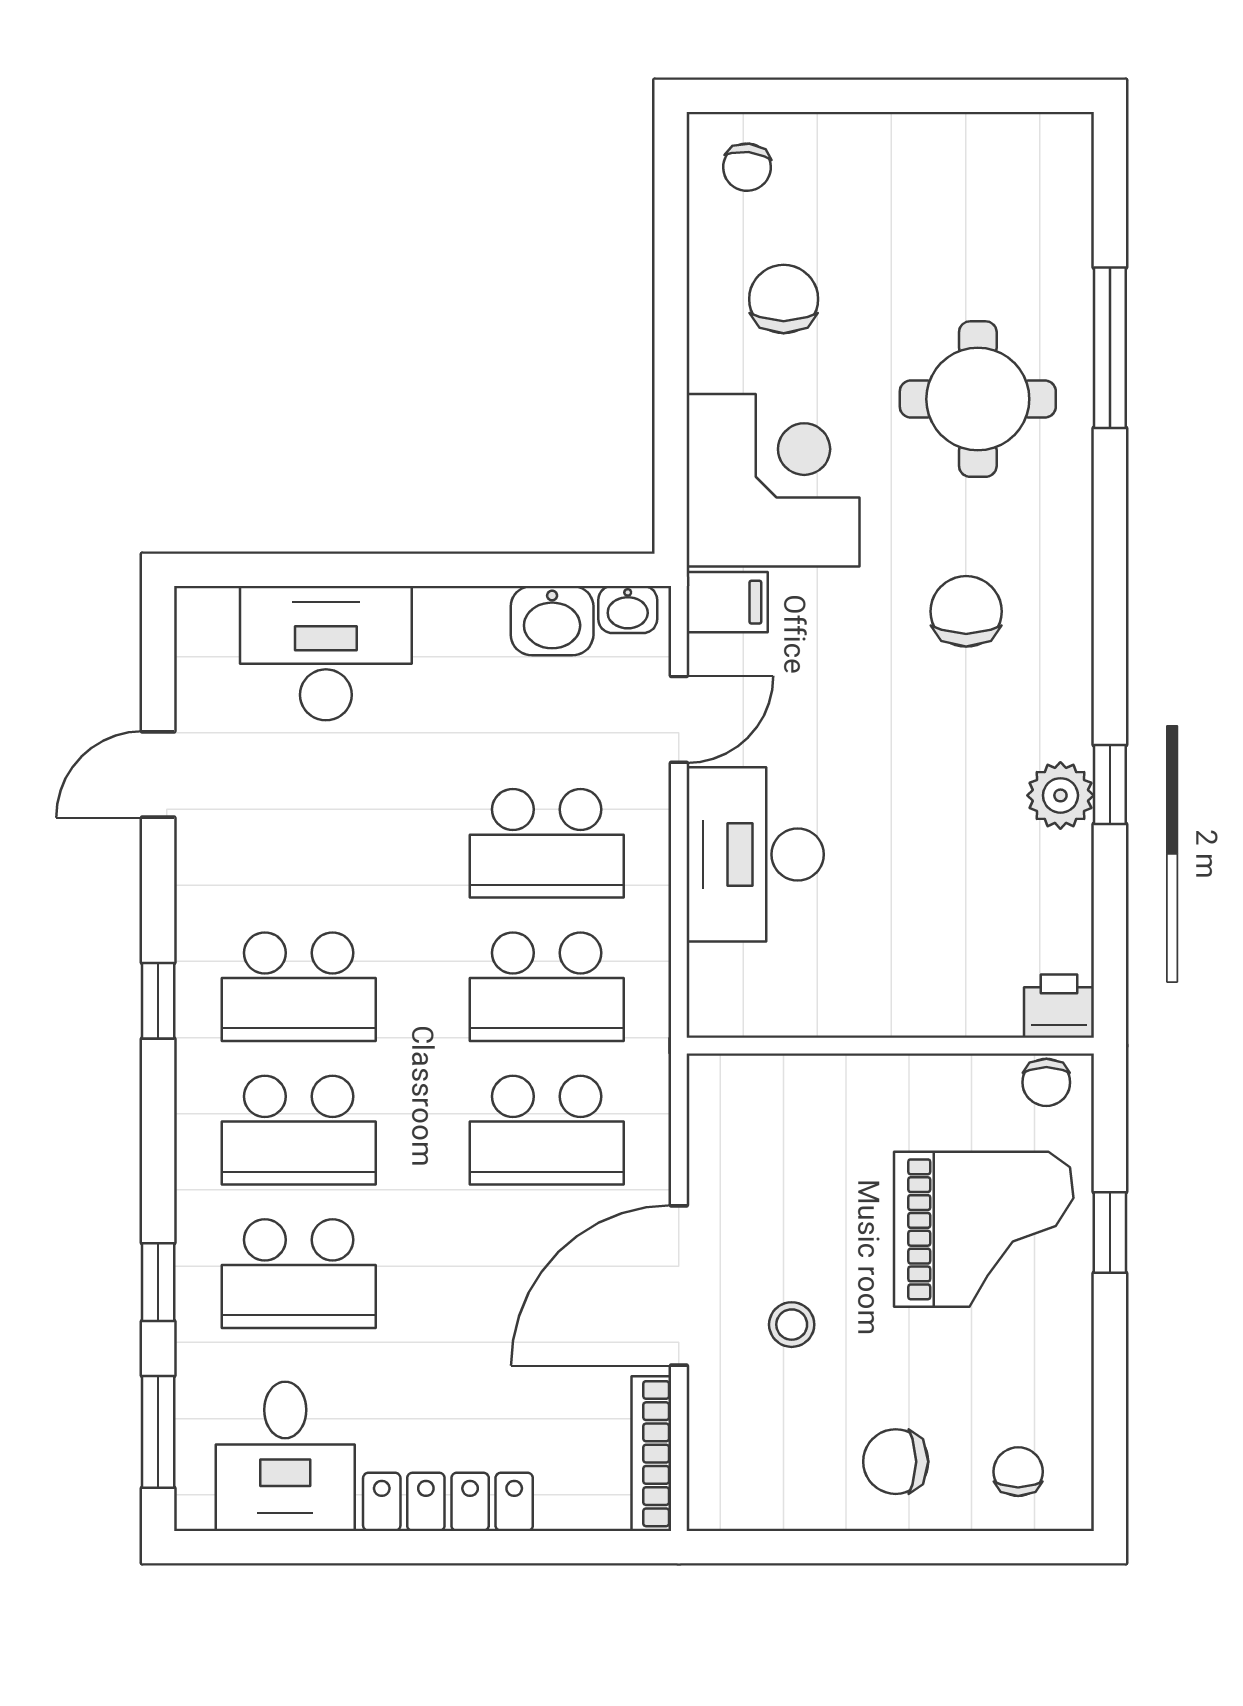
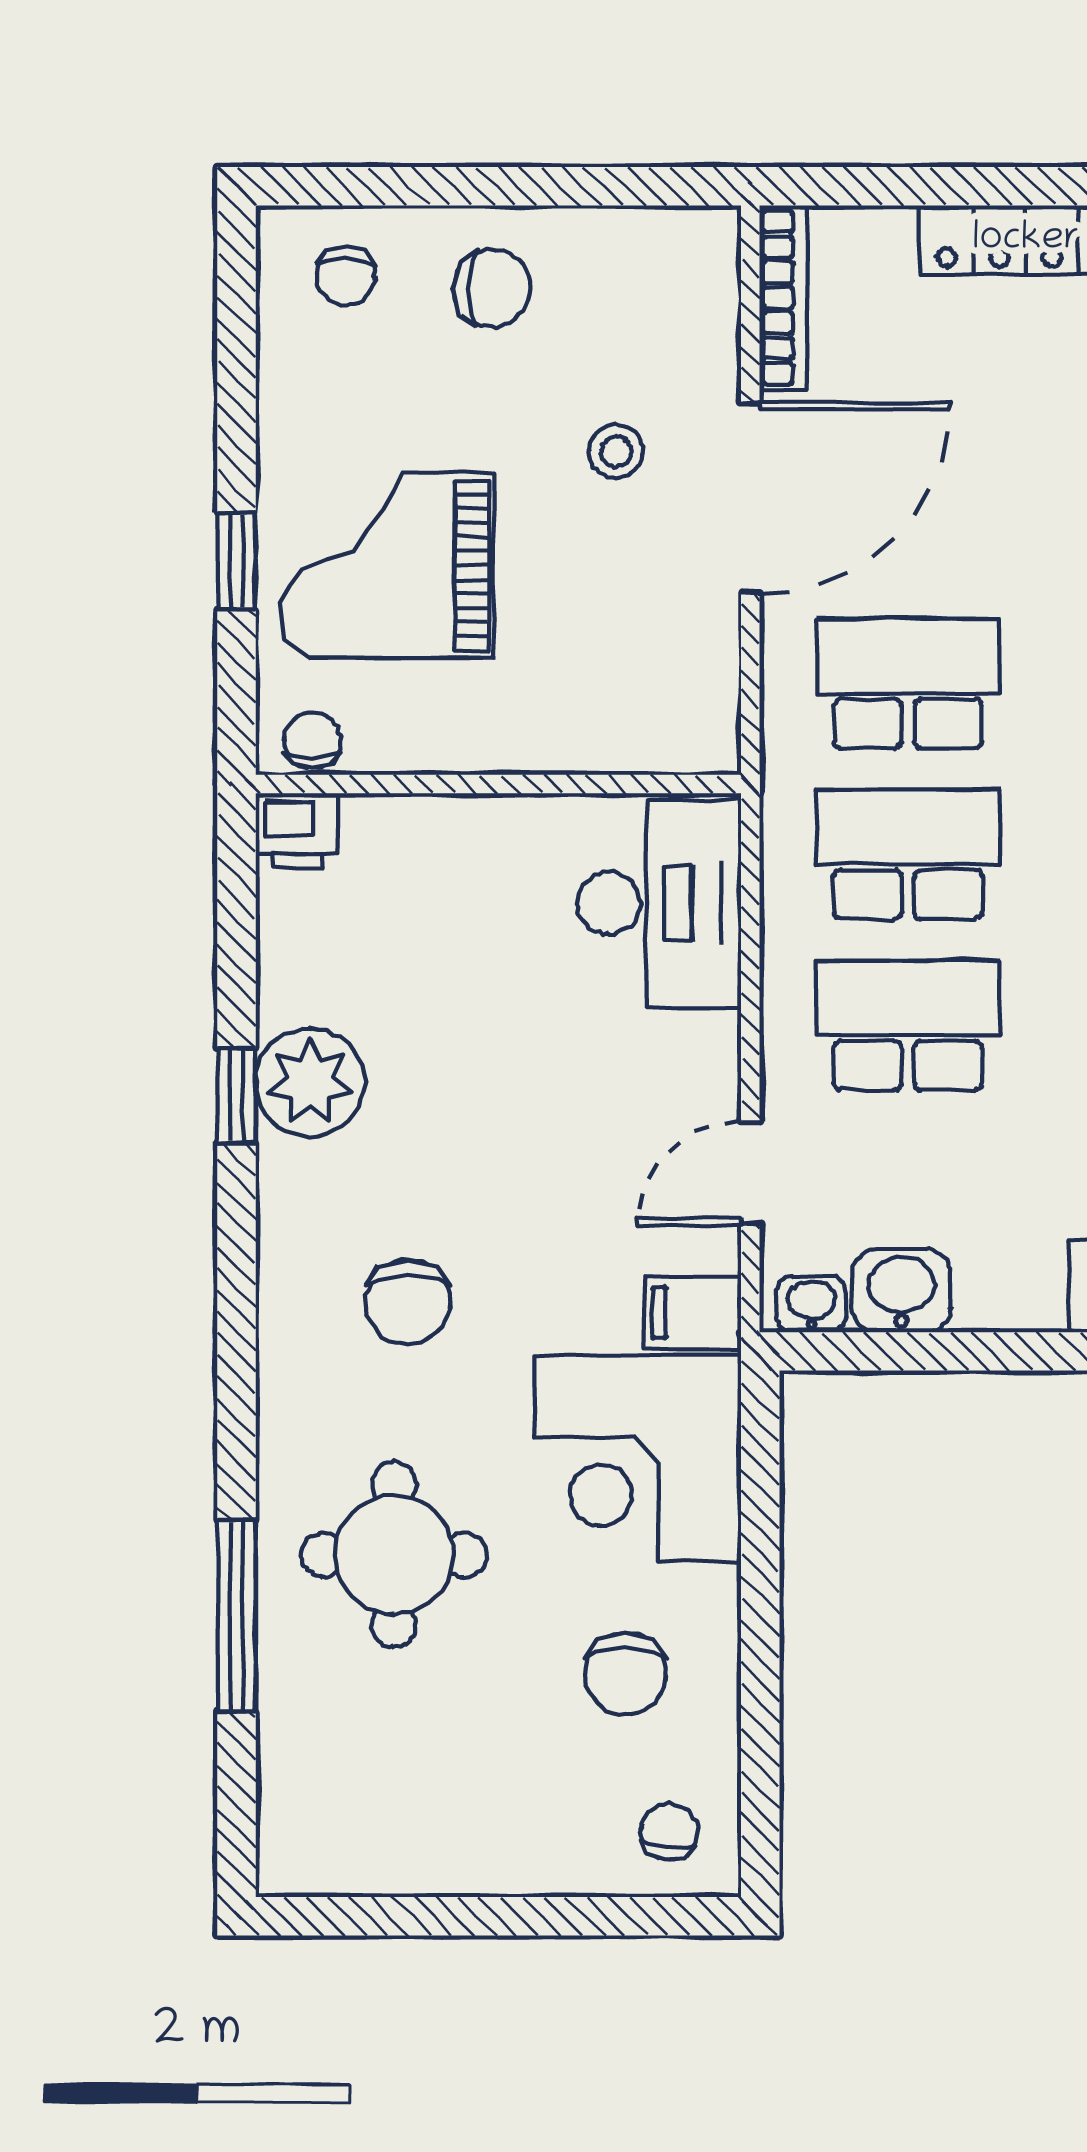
plant: (1060, 795) -> (310, 1082), width x1.36, depth x1.36
desk: (755, 854) -> (659, 903), moved

